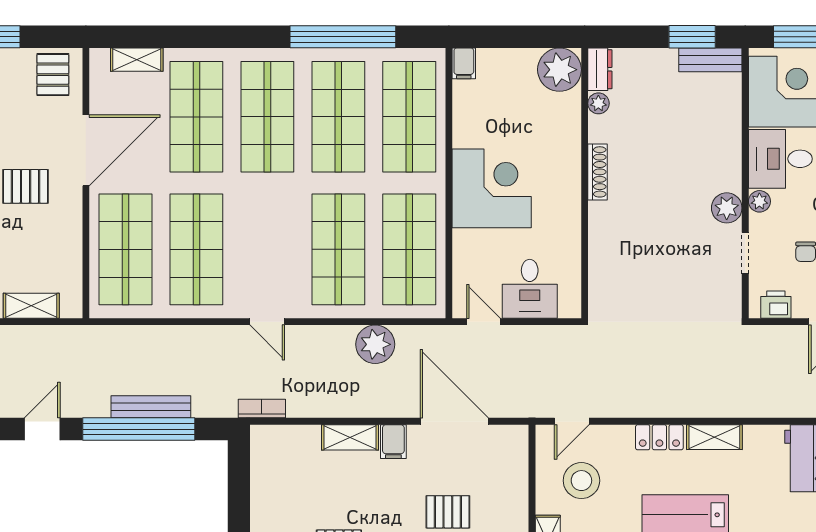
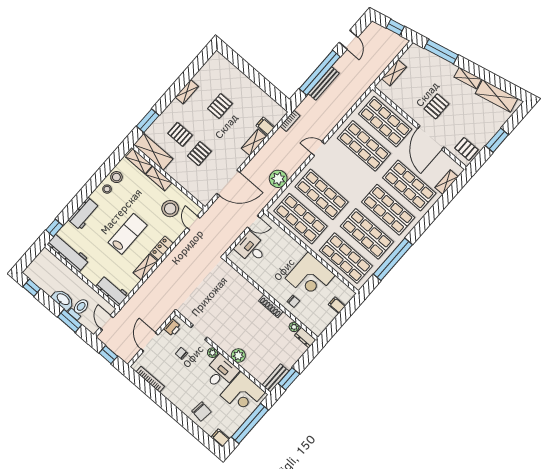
filing cabinet: (464, 63) -> (337, 305), moved
plant: (559, 70) -> (317, 324), removed
chair: (557, 142) -> (293, 301), added
corner desk: (492, 188) -> (310, 277), moved
plant: (727, 208) -> (238, 356), moved
filing cabinet: (393, 442) -> (265, 126), moved

